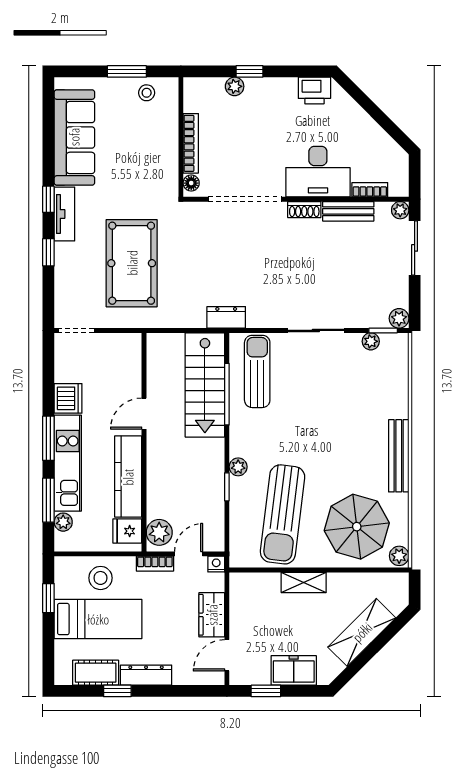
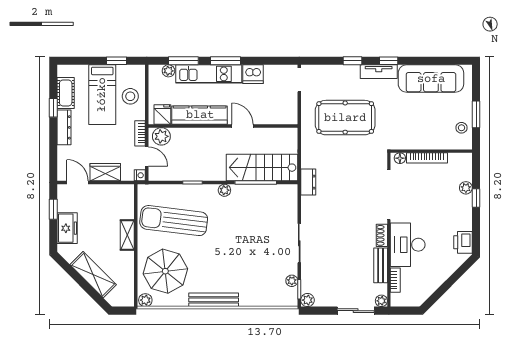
sun lounger: (257, 371) -> (271, 203), removed
plant: (238, 467) -> (224, 190), moved

